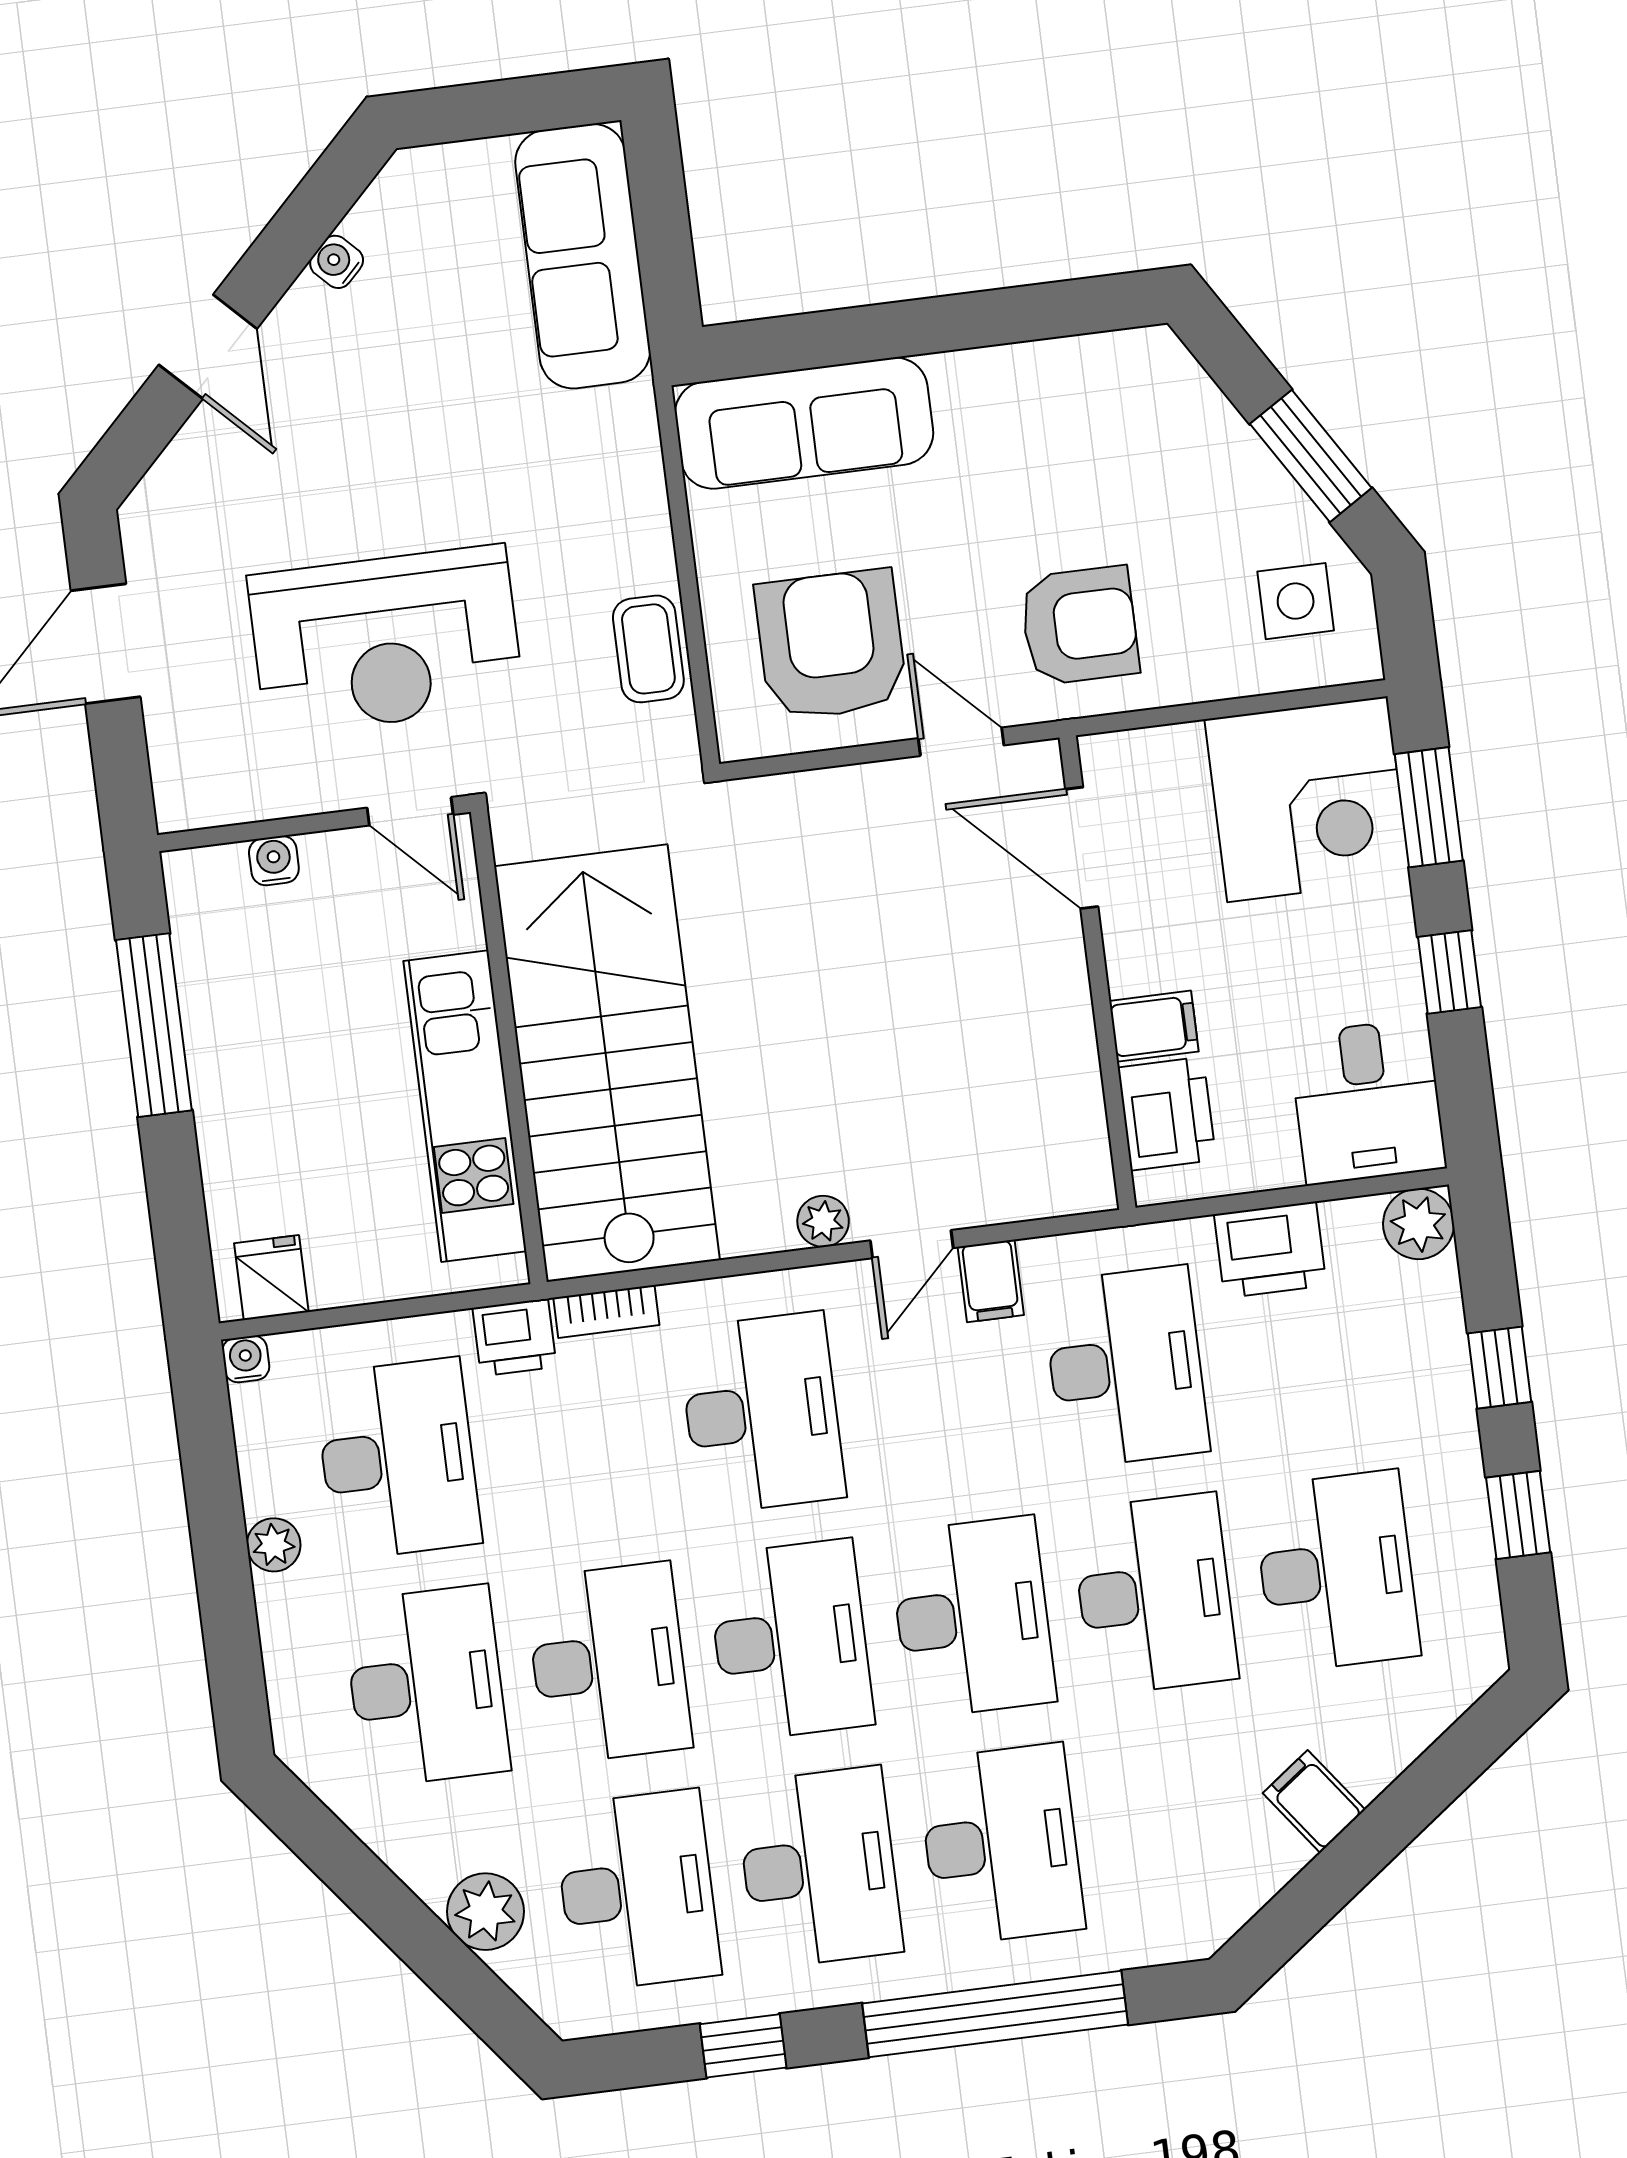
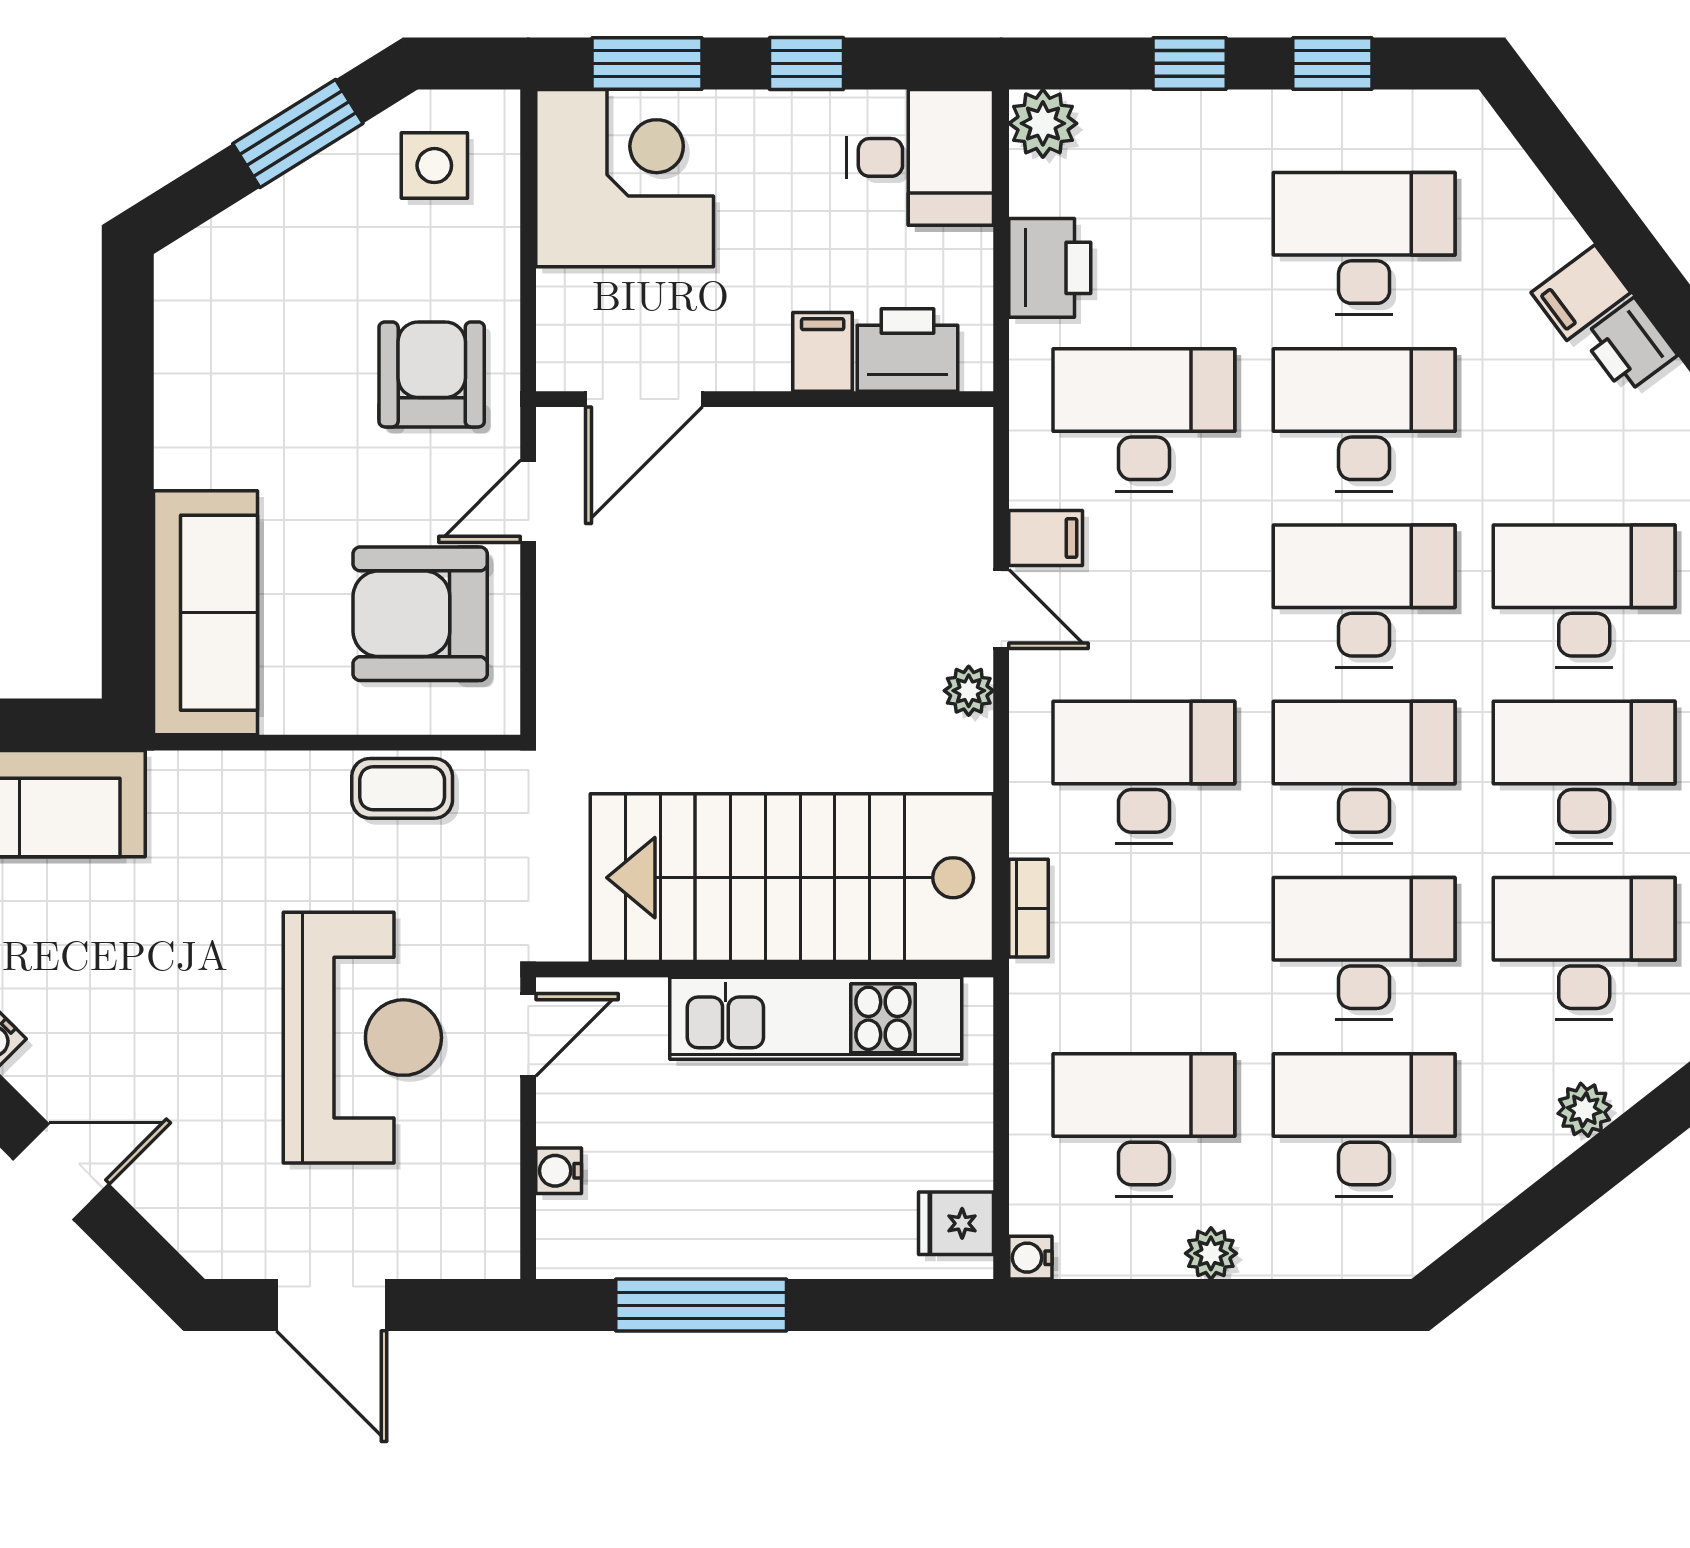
printer: (515, 1337) -> (1629, 346), moved, turned 143
plant: (485, 1912) -> (1584, 1110), width x0.73, depth x0.73

